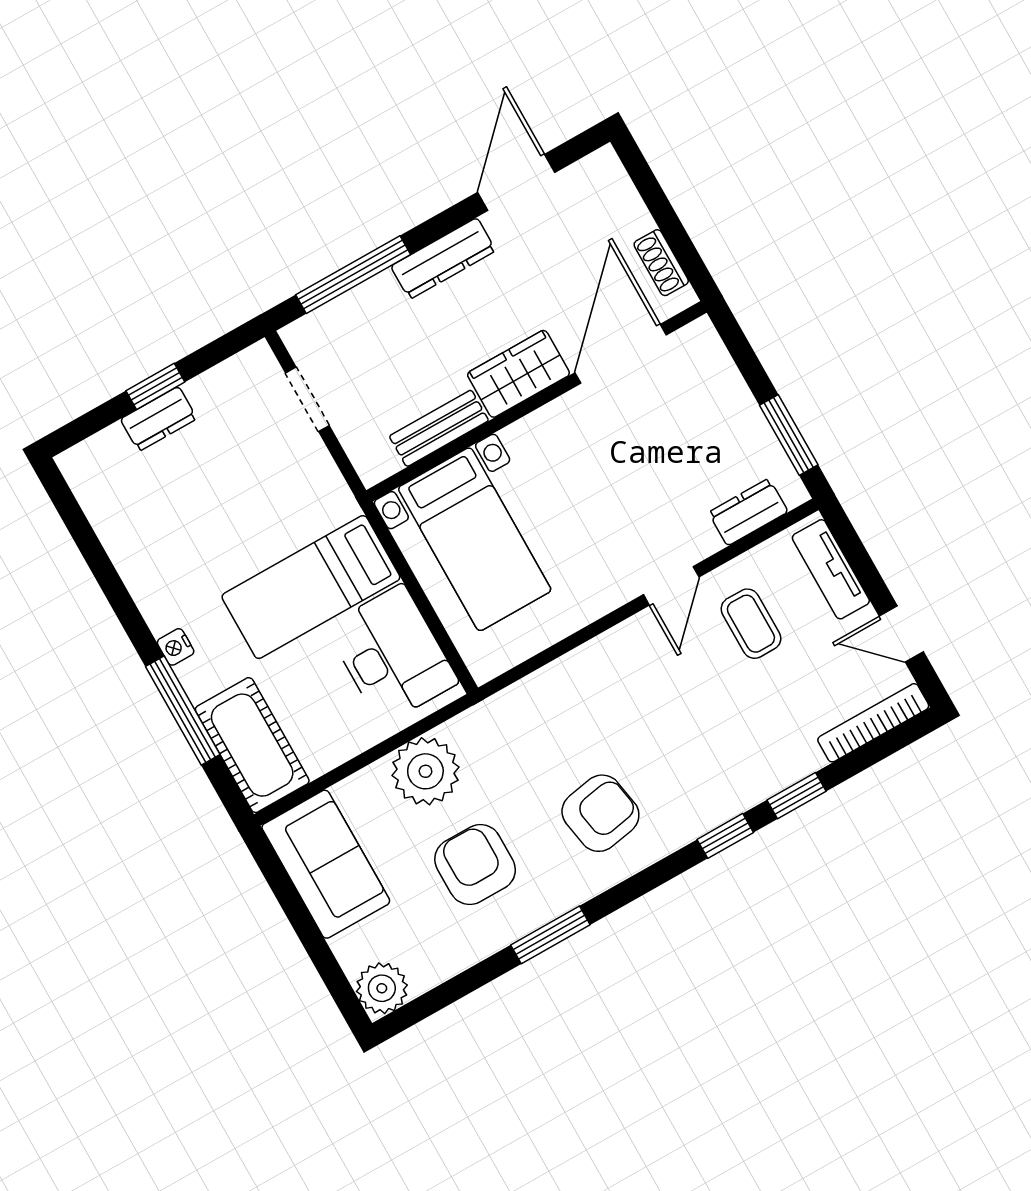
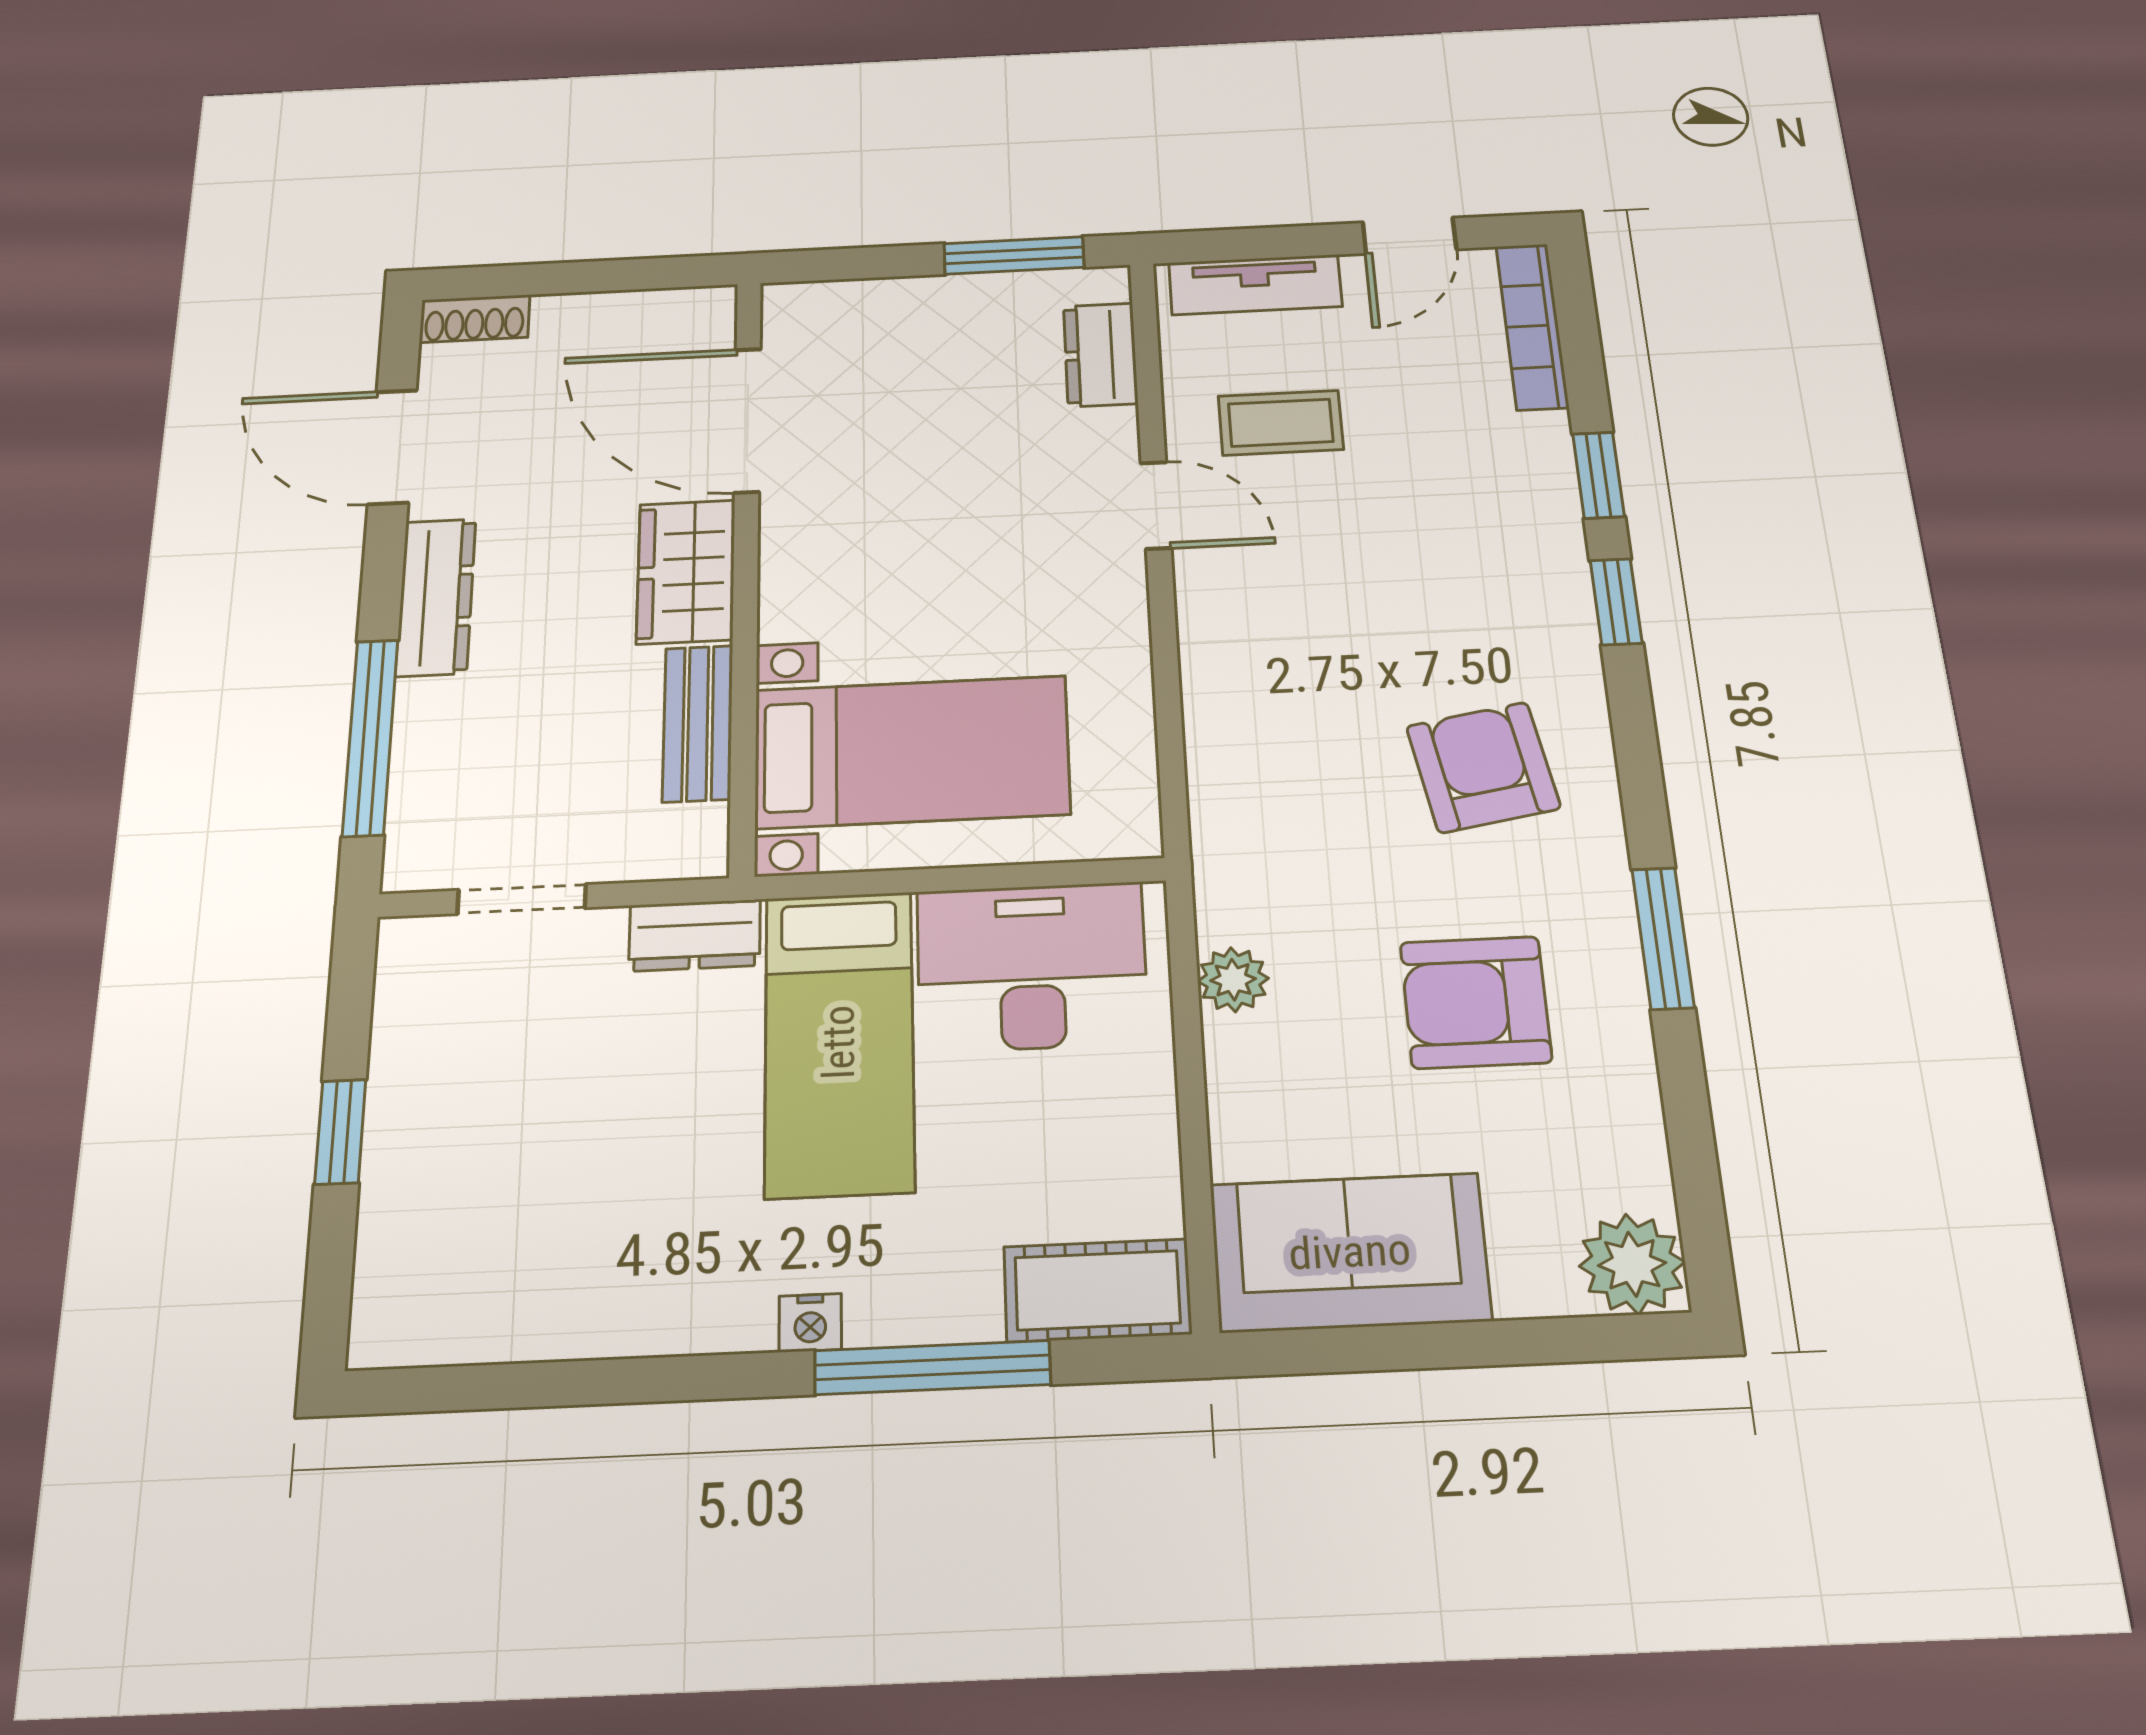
shoe rack: (661, 263) -> (475, 319), moved
dresser: (159, 419) -> (695, 935), moved, turned 90
cot: (252, 745) -> (1097, 1290), width x0.73, depth x0.75
plant: (425, 771) -> (1233, 980), width x0.53, depth x0.53

